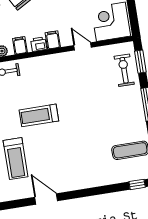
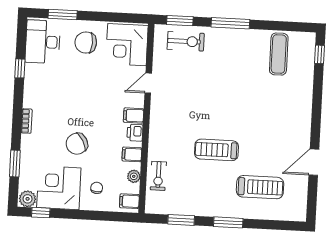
exercise bike: (124, 70) -> (186, 41), turned 180
treadmill: (39, 115) -> (217, 150), turned 90

